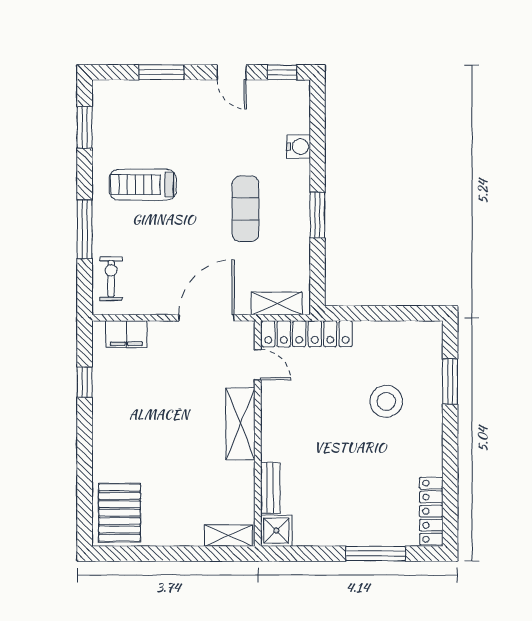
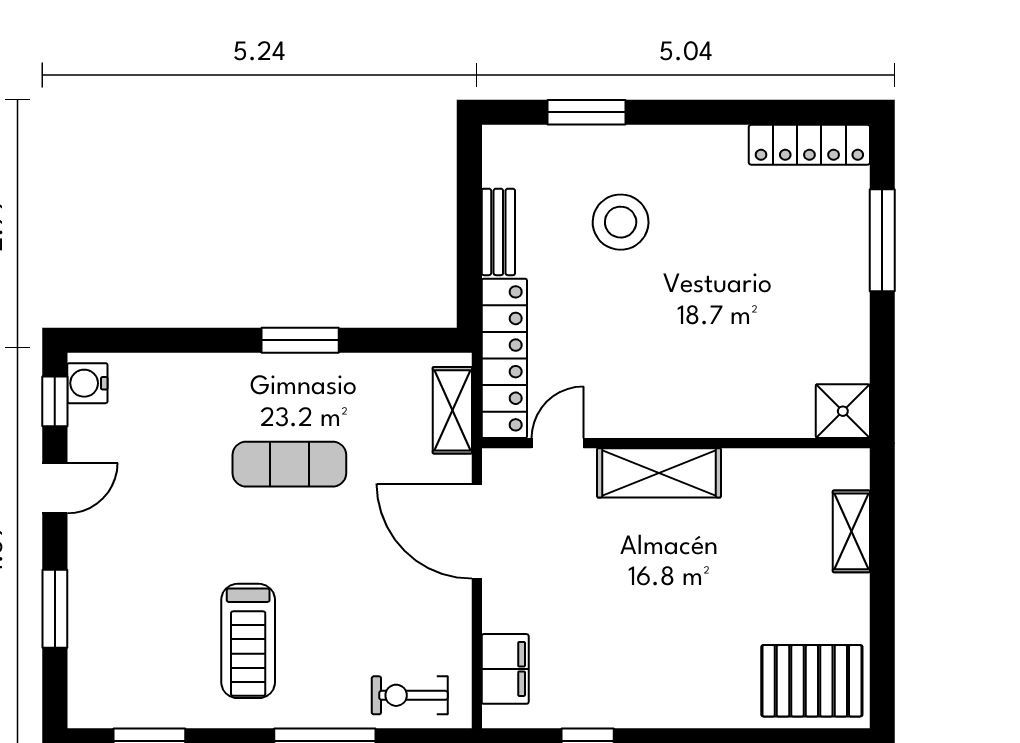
water cooler: (299, 147) -> (87, 383), moved, turned -90
bench: (270, 488) -> (498, 232), moved, turned 90
shelving: (228, 536) -> (851, 531), moved

